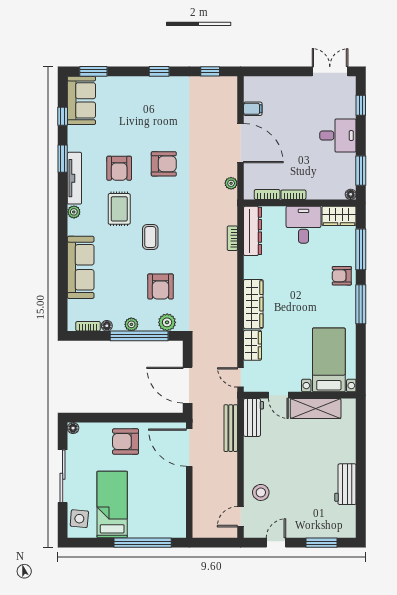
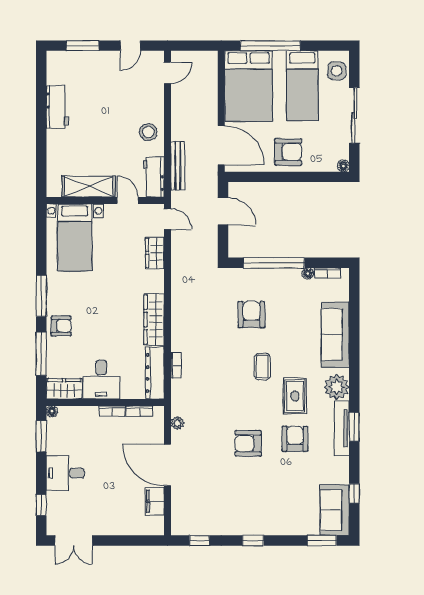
filing cabinet: (253, 109) -> (155, 501), width x2.00
window: (63, 159) -> (354, 427), moved
plant: (74, 212) -> (337, 387), width x1.88, depth x1.88
wardrobe: (253, 304) -> (154, 320), moved
plant: (167, 322) -> (245, 277), removed
plant: (131, 324) -> (282, 275), removed
door: (188, 385) -> (223, 211), width x0.73
stool: (261, 492) -> (148, 132), moved
bed: (163, 504) -> (248, 86), added

